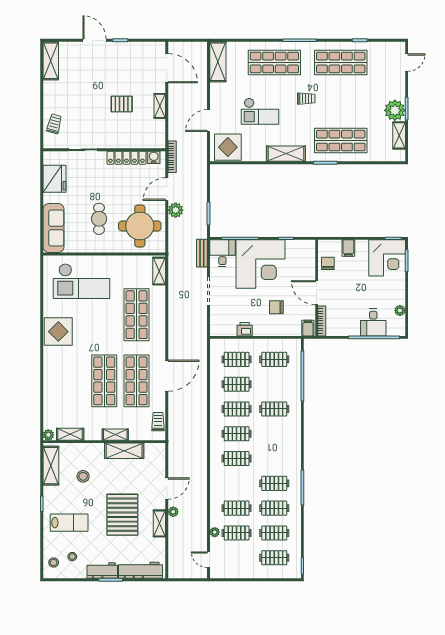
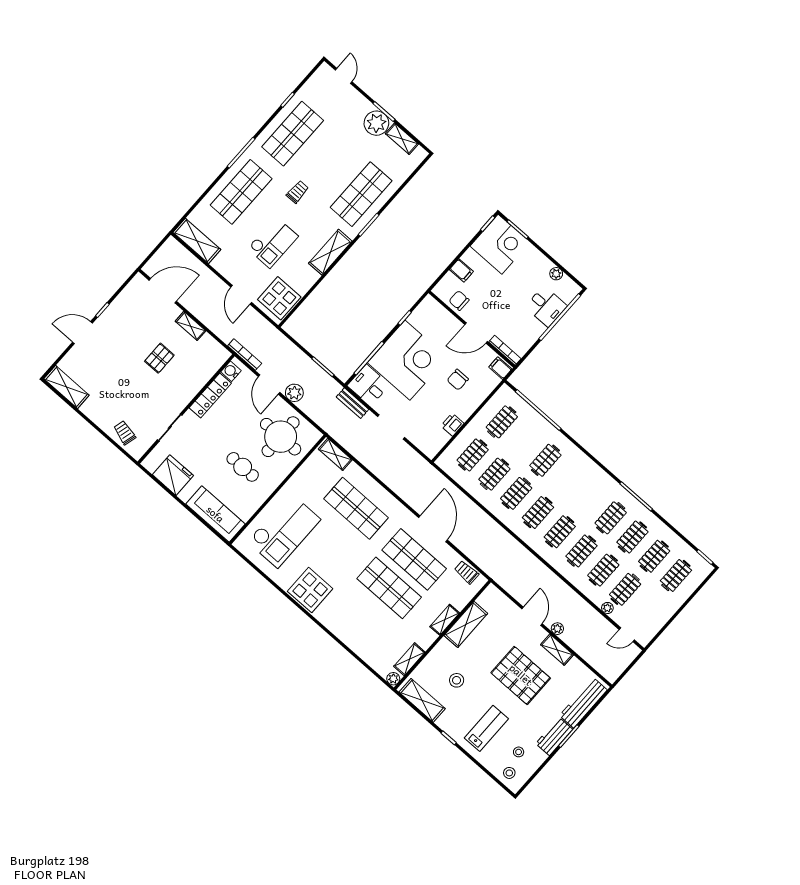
clothes rail: (237, 483) -> (582, 551), added

